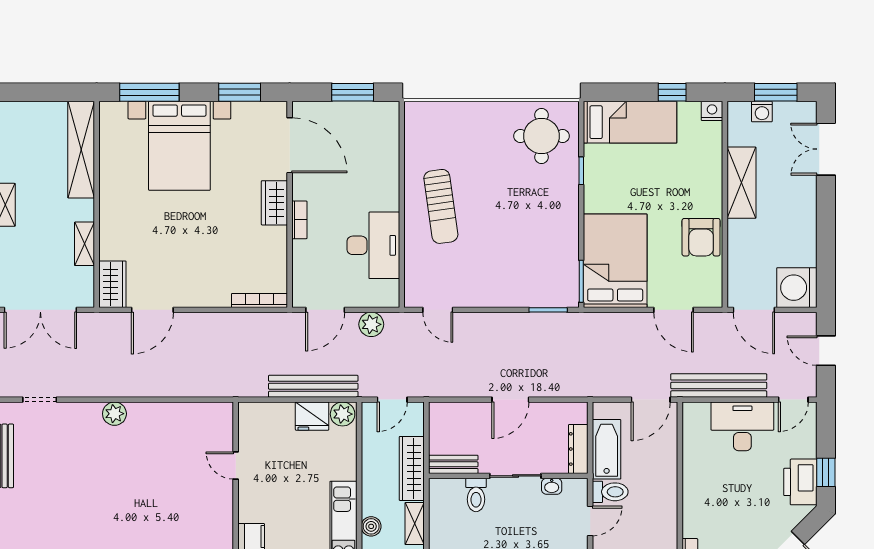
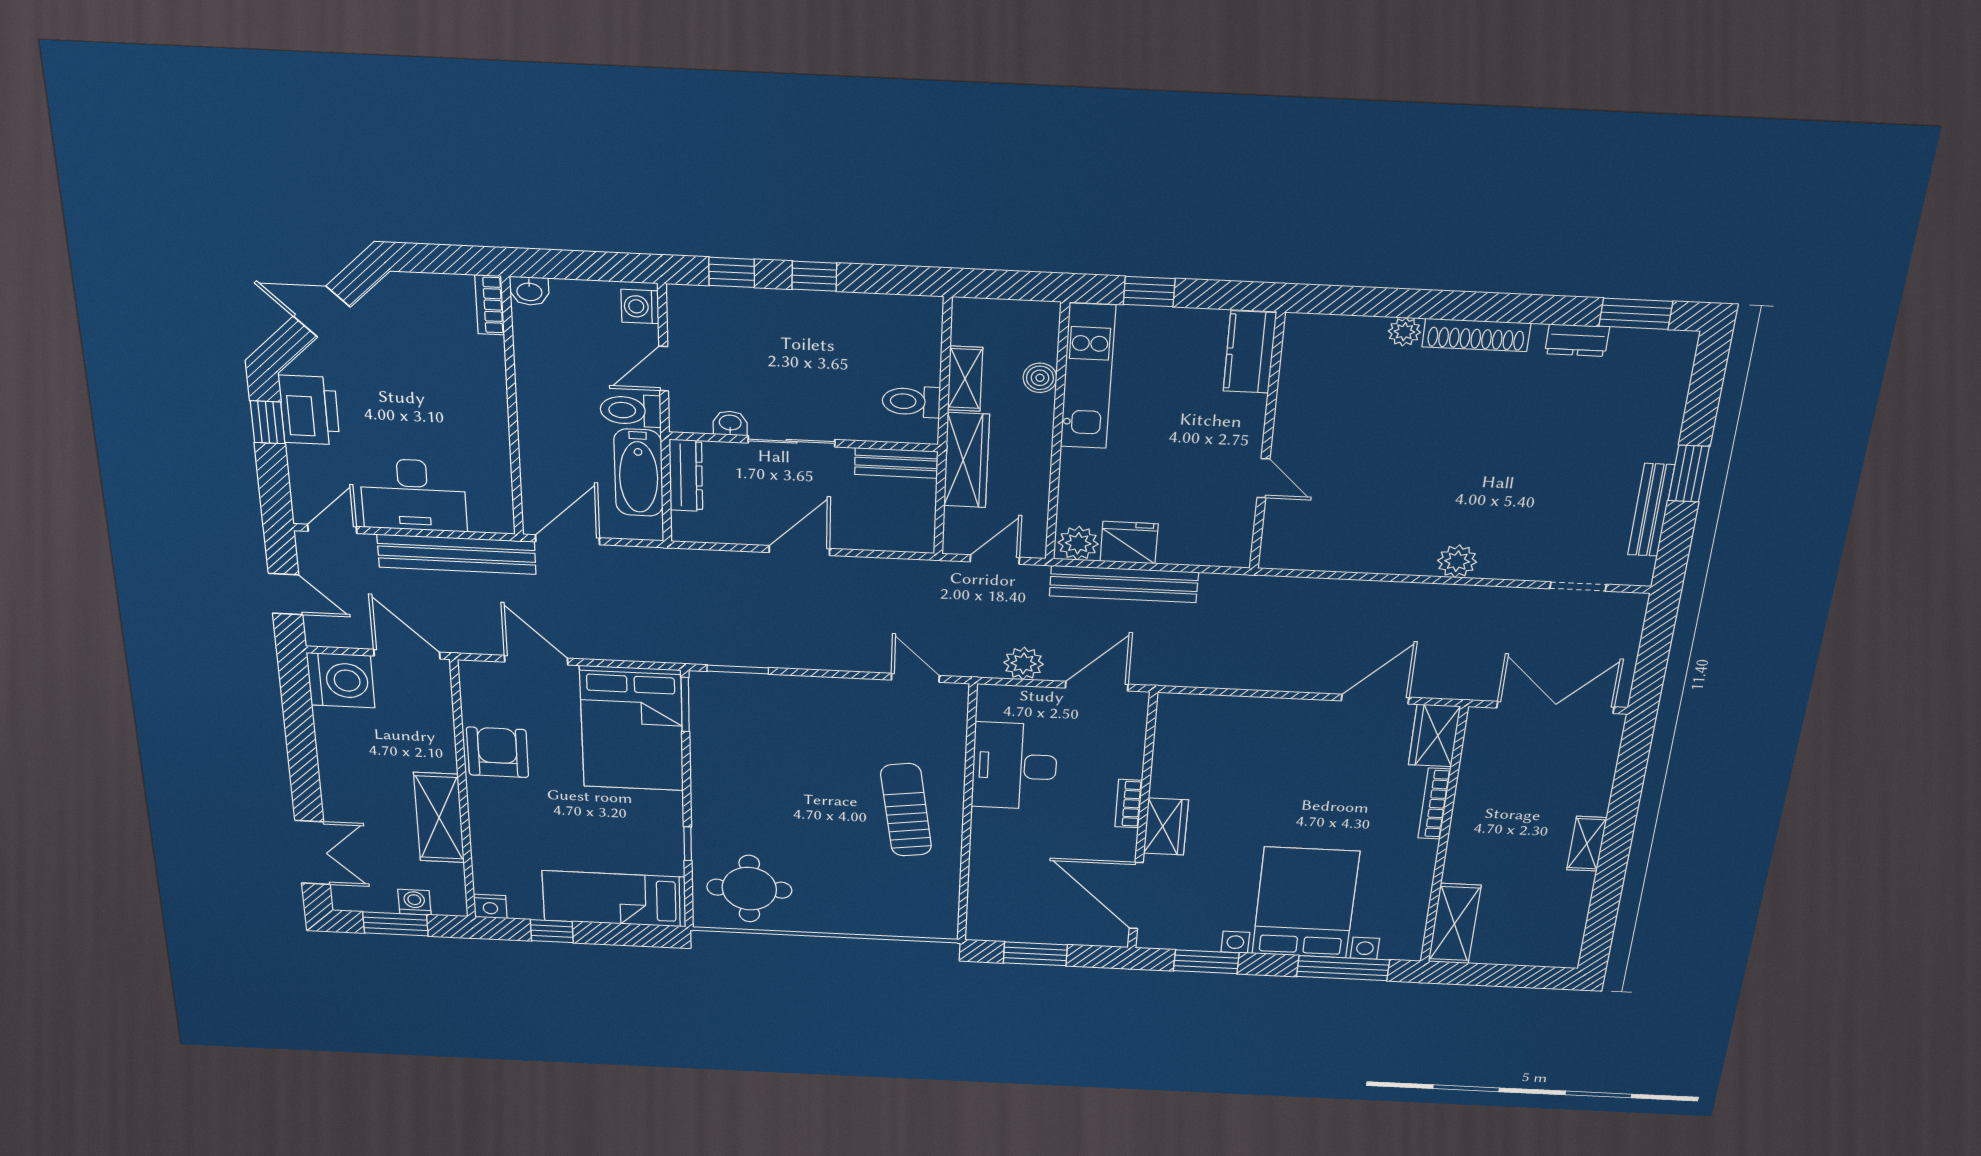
shelving: (81, 150) -> (1454, 924), width x0.68
shelving: (84, 244) -> (1471, 789), removed
bookcase: (259, 300) -> (1434, 804), moved, turned 90
toilet: (476, 495) -> (911, 402), moved, turned -90

